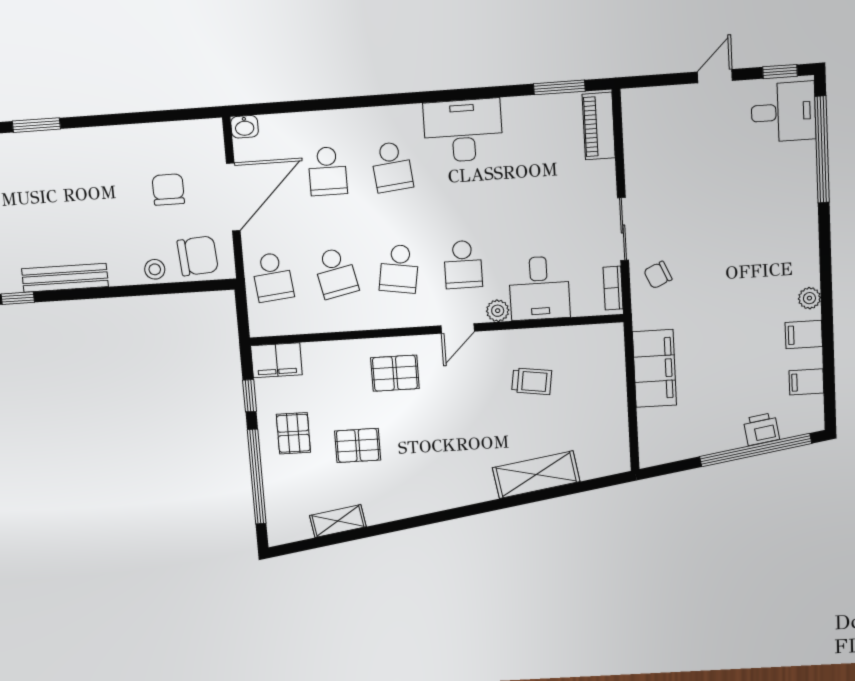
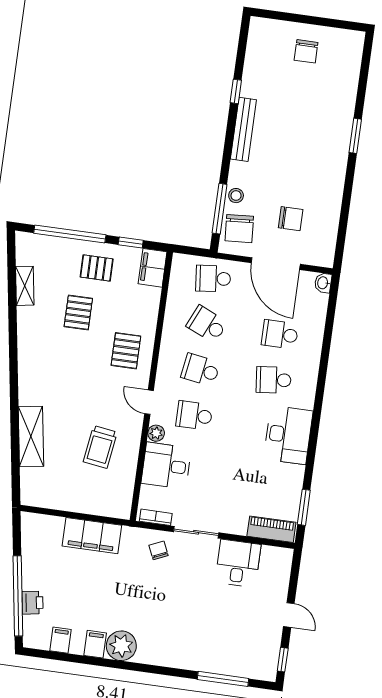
desk: (783, 112) -> (238, 563), moved, turned 180
window: (822, 150) -> (223, 679), width x0.68
school desk: (336, 273) -> (207, 324), turned 36
window: (177, 288) -> (220, 209), added
plant: (809, 298) -> (121, 646), width x1.87, depth x1.87
trolley: (532, 381) -> (100, 447), width x1.36, depth x1.39

